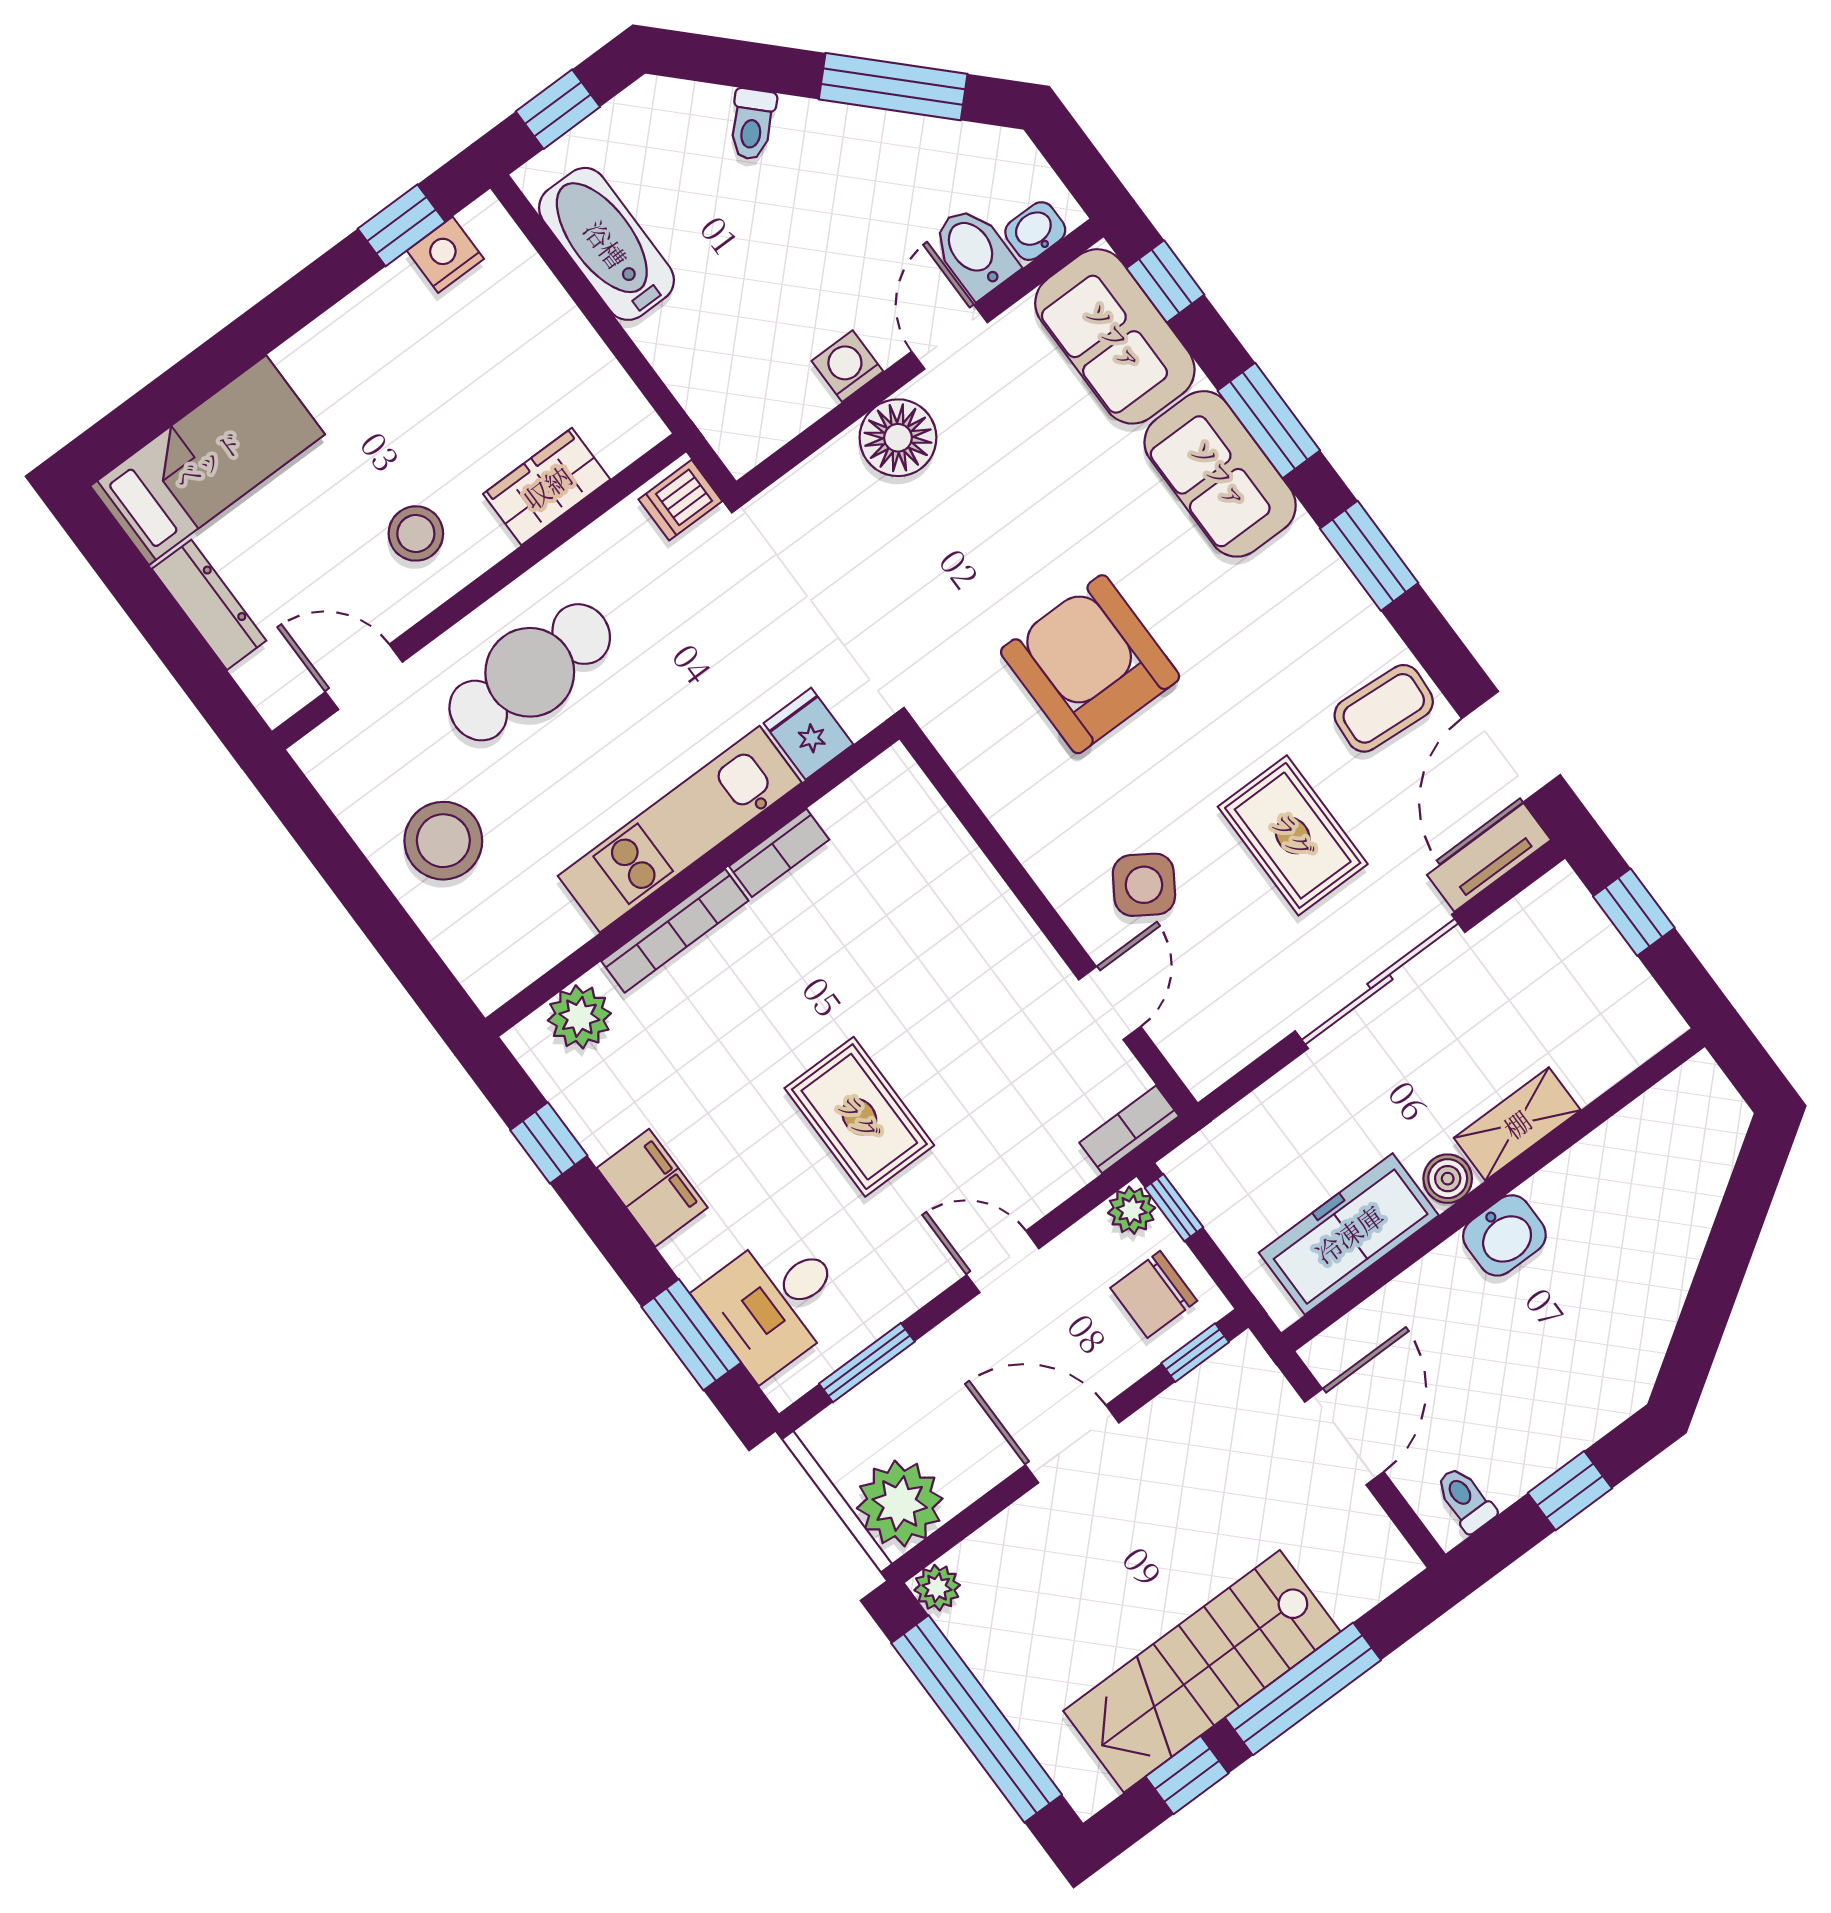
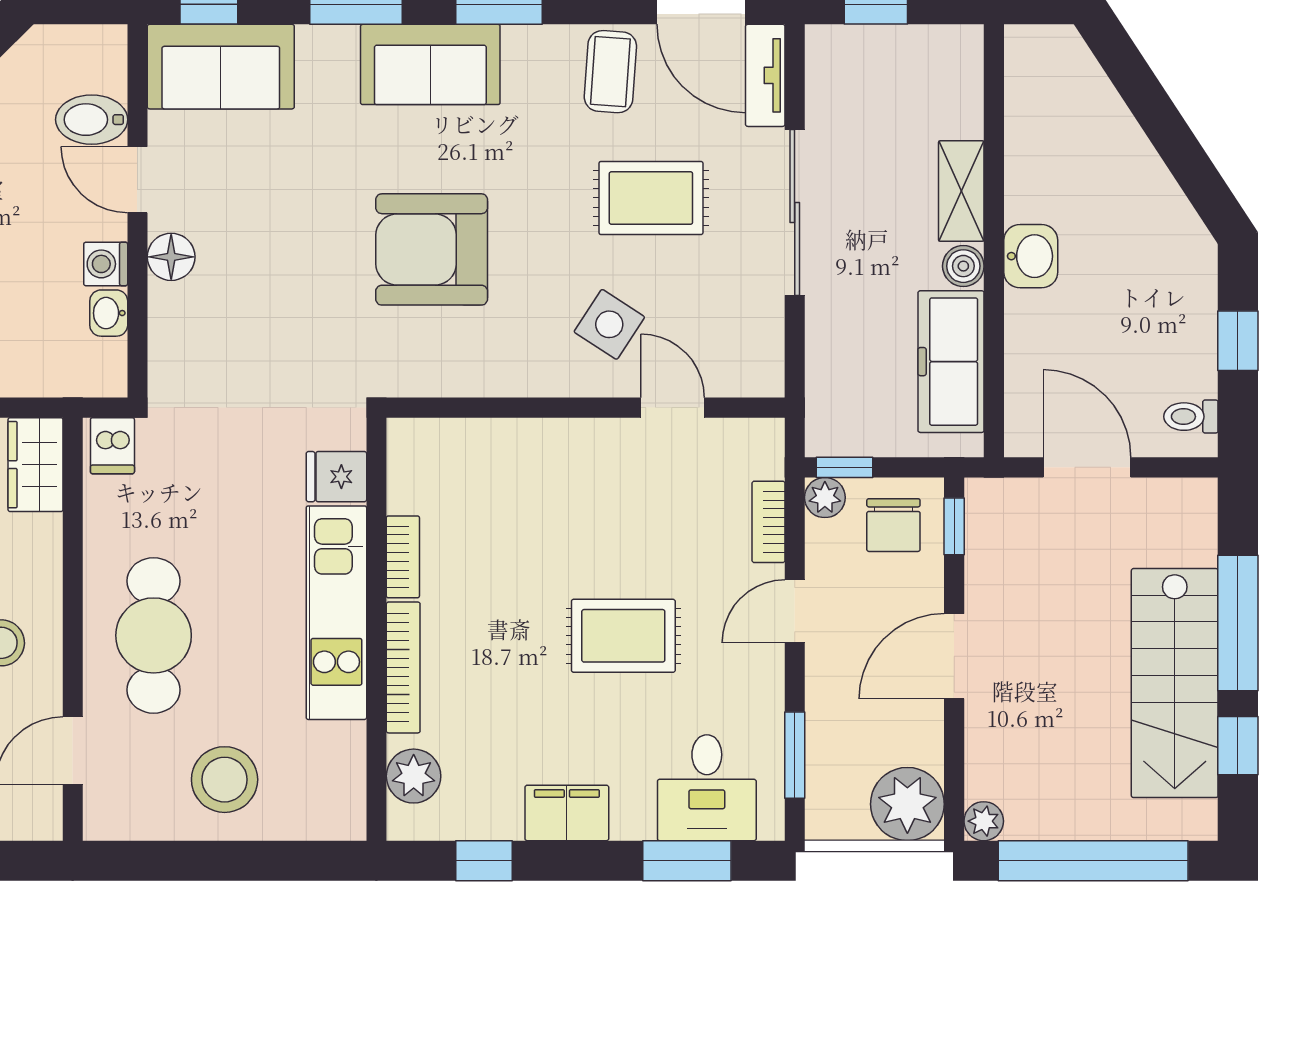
washbasin: (1035, 231) -> (109, 313), moved
floor lamp: (898, 438) -> (171, 257), width x0.73, depth x0.73
sofa: (1220, 474) -> (430, 64), moved
wardrobe: (547, 487) -> (35, 465), moved
bookcase: (1129, 1129) -> (768, 522), moved

